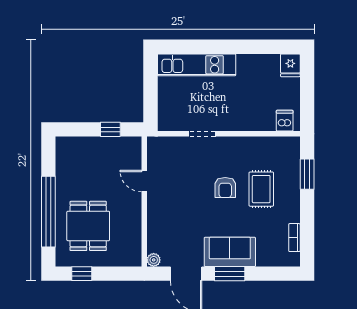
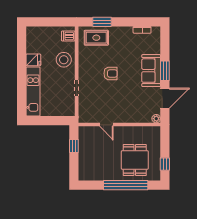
fridge: (290, 65) -> (33, 60), moved
stool: (247, 113) -> (64, 60), added
door: (144, 181) -> (106, 125), hinge flipped
rug: (261, 189) -> (96, 38), moved
dining table: (88, 226) -> (135, 160), turned 90

